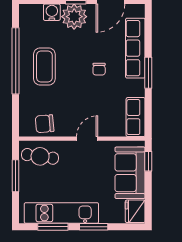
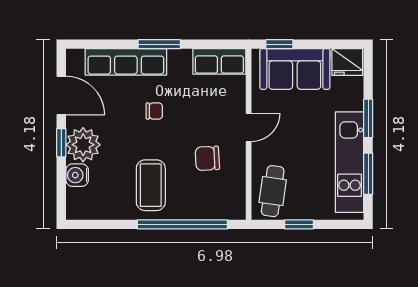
window: (16, 61) -> (182, 224), moved
coffee table: (44, 67) -> (151, 185), turned 90
chair: (45, 124) -> (207, 158), moved, turned 92
door: (87, 139) -> (249, 127), swing flipped
window: (16, 176) -> (299, 224), width x0.67

